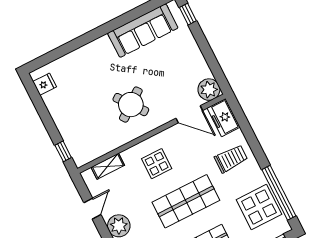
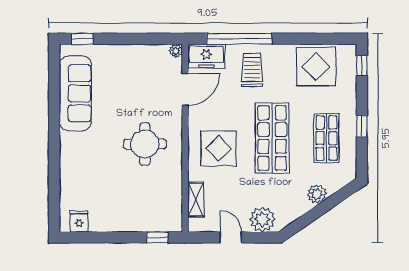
plant: (209, 90) -> (176, 51), width x0.53, depth x0.53
round table: (131, 105) -> (145, 144), turned 37
display table: (157, 164) -> (219, 148), width x1.36, depth x1.36
window: (279, 193) -> (239, 39), moved

